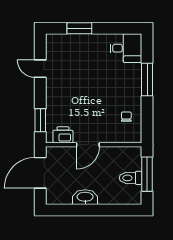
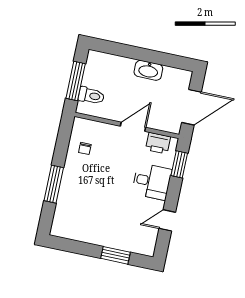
desk: (126, 48) -> (152, 181), moved, turned 180
door: (40, 69) -> (167, 220), swing flipped
toilet: (131, 178) -> (91, 96), moved

